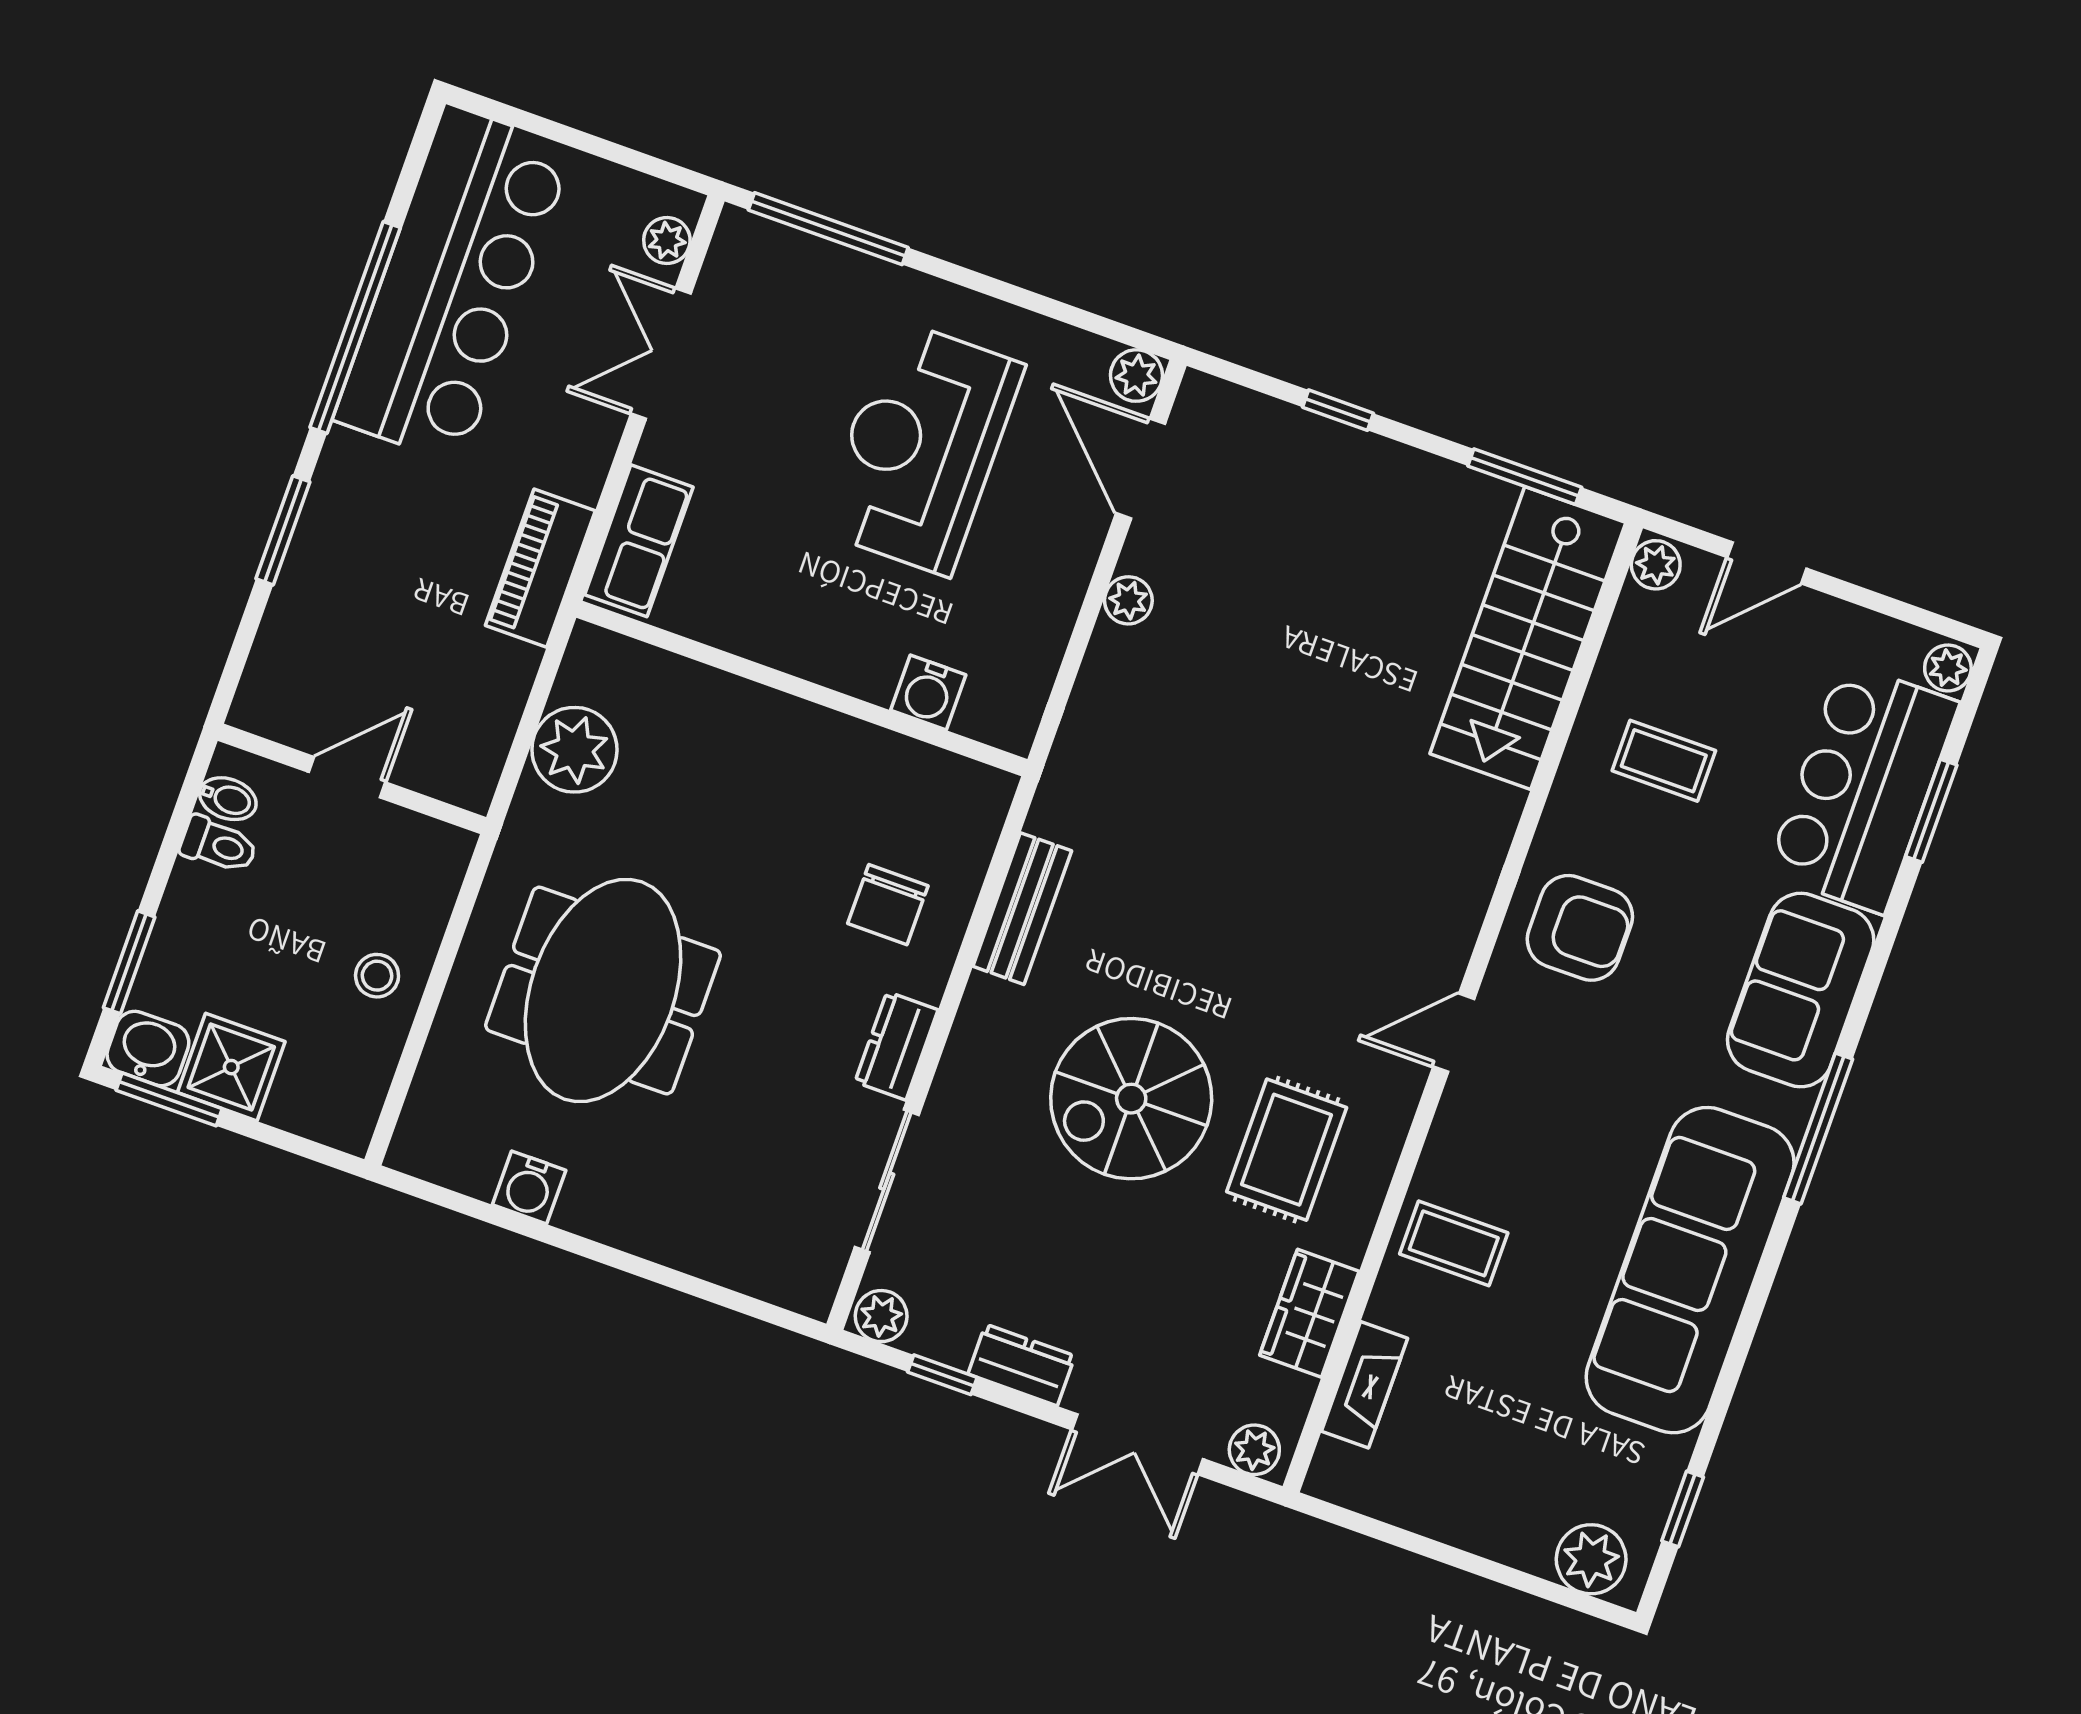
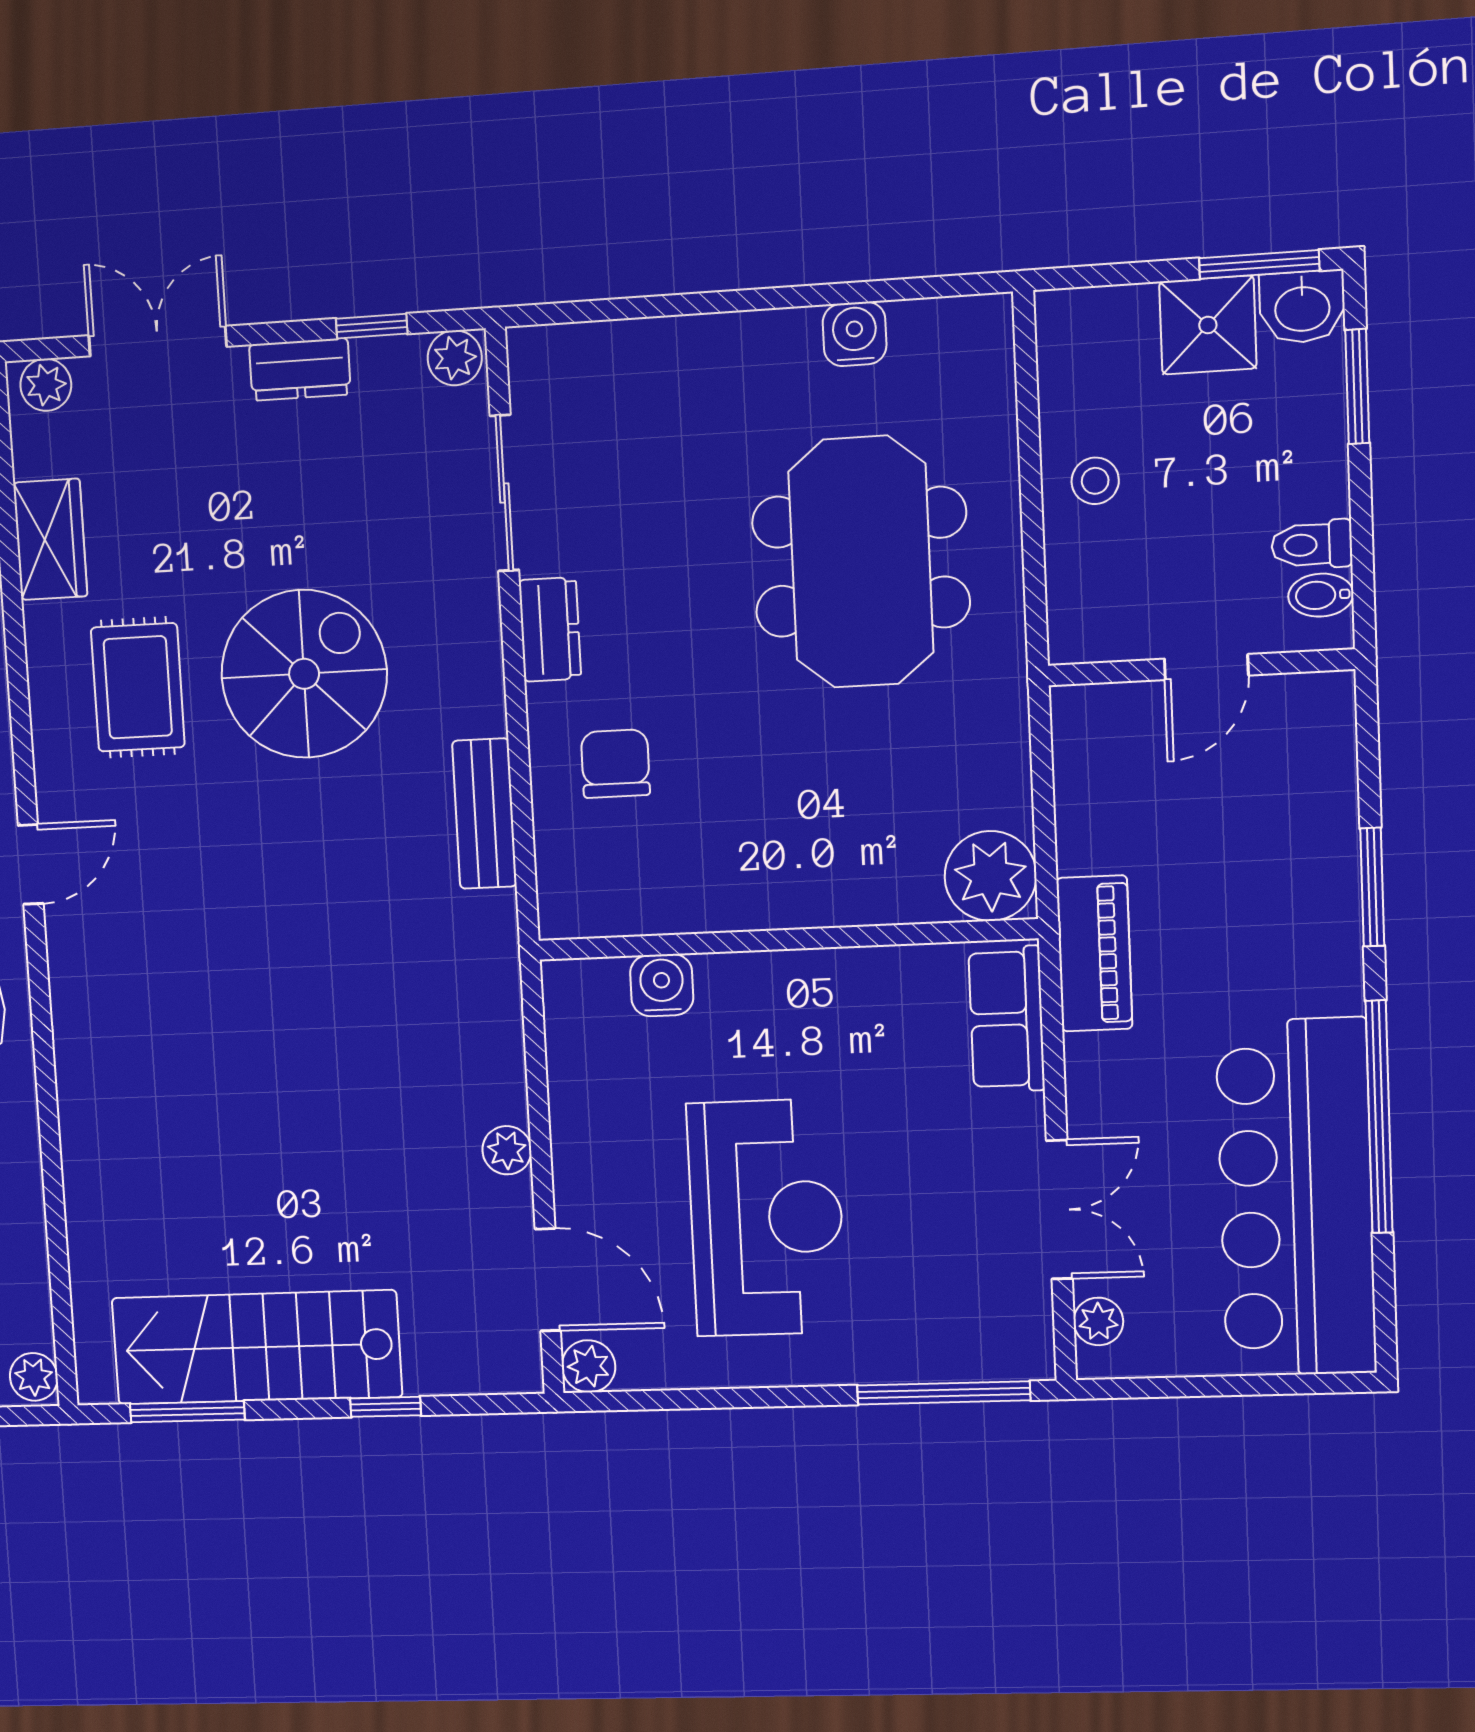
stairs: (1528, 638) -> (257, 1347), moved, turned -90
plant: (574, 750) -> (991, 876), moved

